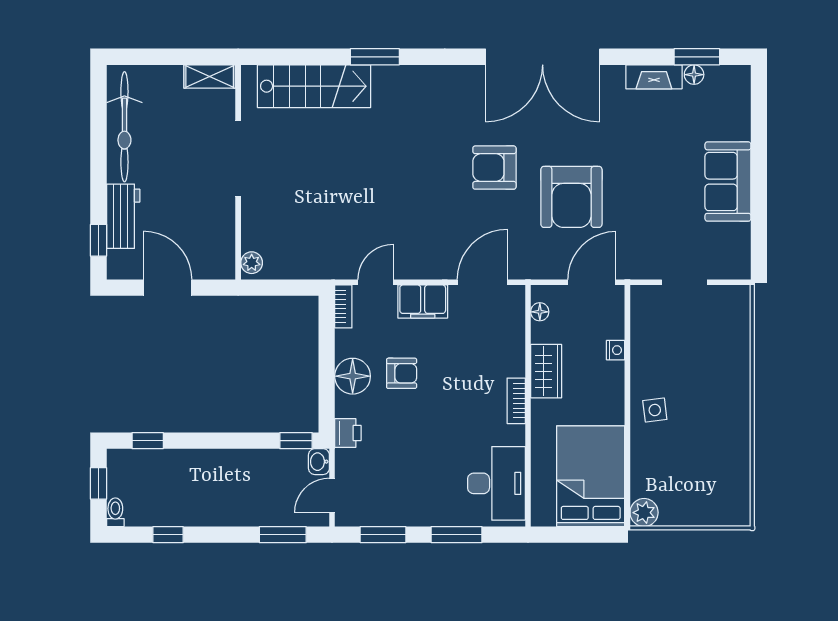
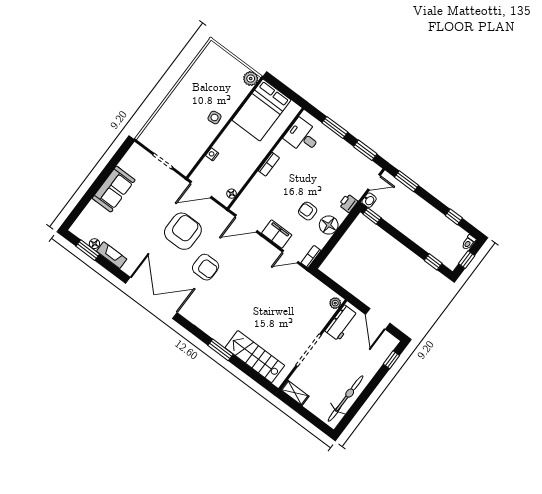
workbench: (123, 216) -> (341, 323), moved, turned 180
wardrobe: (546, 371) -> (247, 167), removed
desk: (496, 483) -> (303, 136), width x0.73

